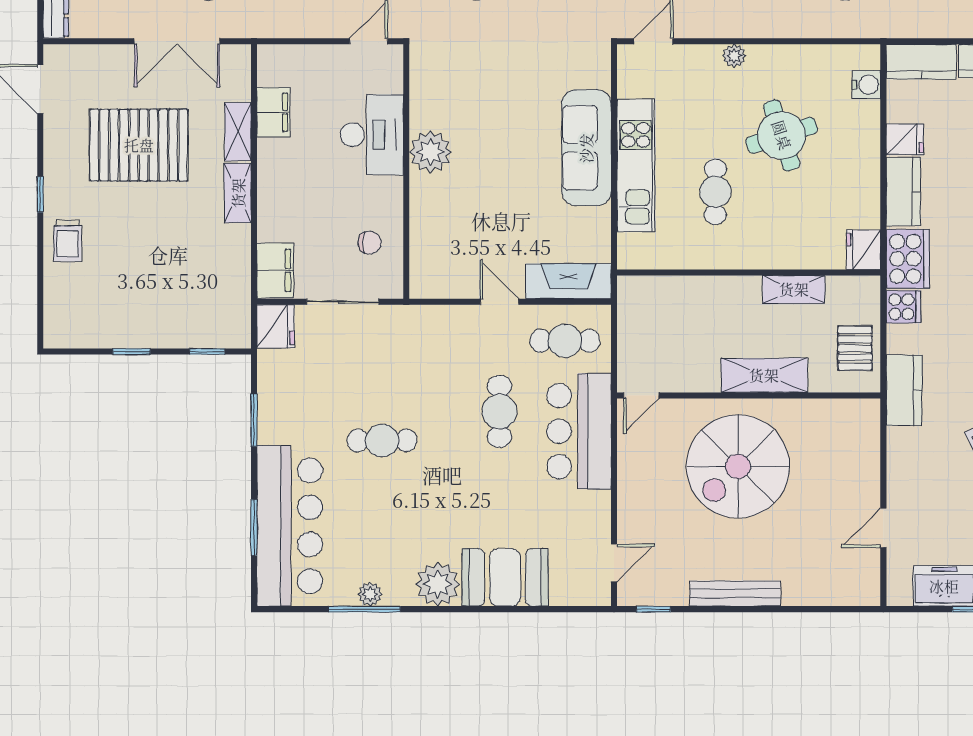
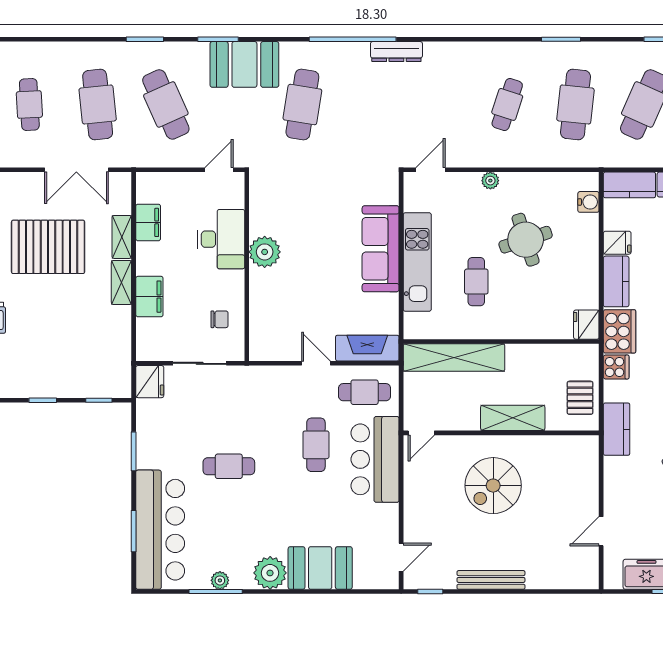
filing cabinet: (275, 270) -> (149, 297), moved
shelving: (794, 289) -> (454, 358), moved, width x2.20, depth x1.33
spiral stairs: (738, 466) -> (493, 486), width x0.73, depth x0.73

